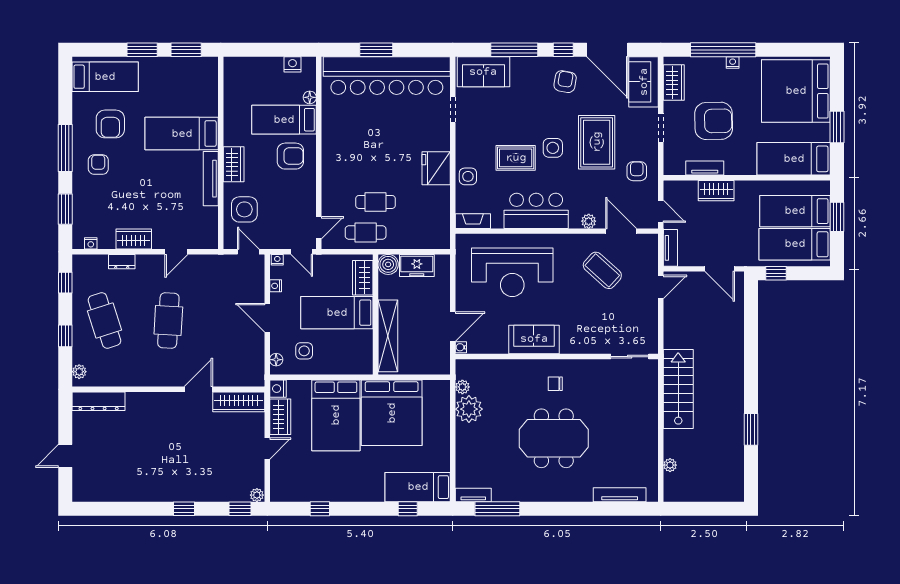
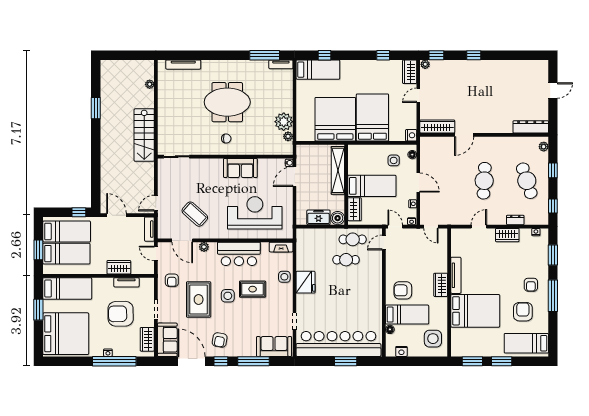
bed: (182, 134) -> (475, 311), width x1.50
side table: (244, 209) -> (433, 339), moved
wardrobe: (280, 417) -> (410, 72), moved

